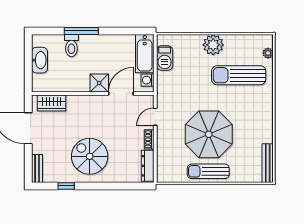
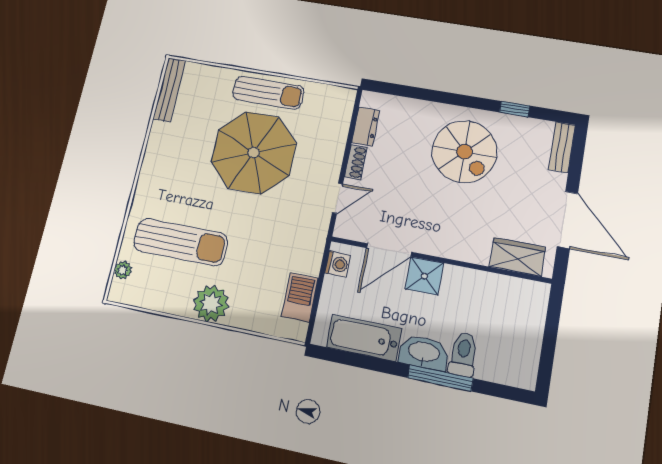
bathtub: (145, 54) -> (364, 338), moved, turned -90
washbasin: (40, 60) -> (424, 353), moved, turned 90
dresser: (148, 166) -> (365, 127), width x0.70

